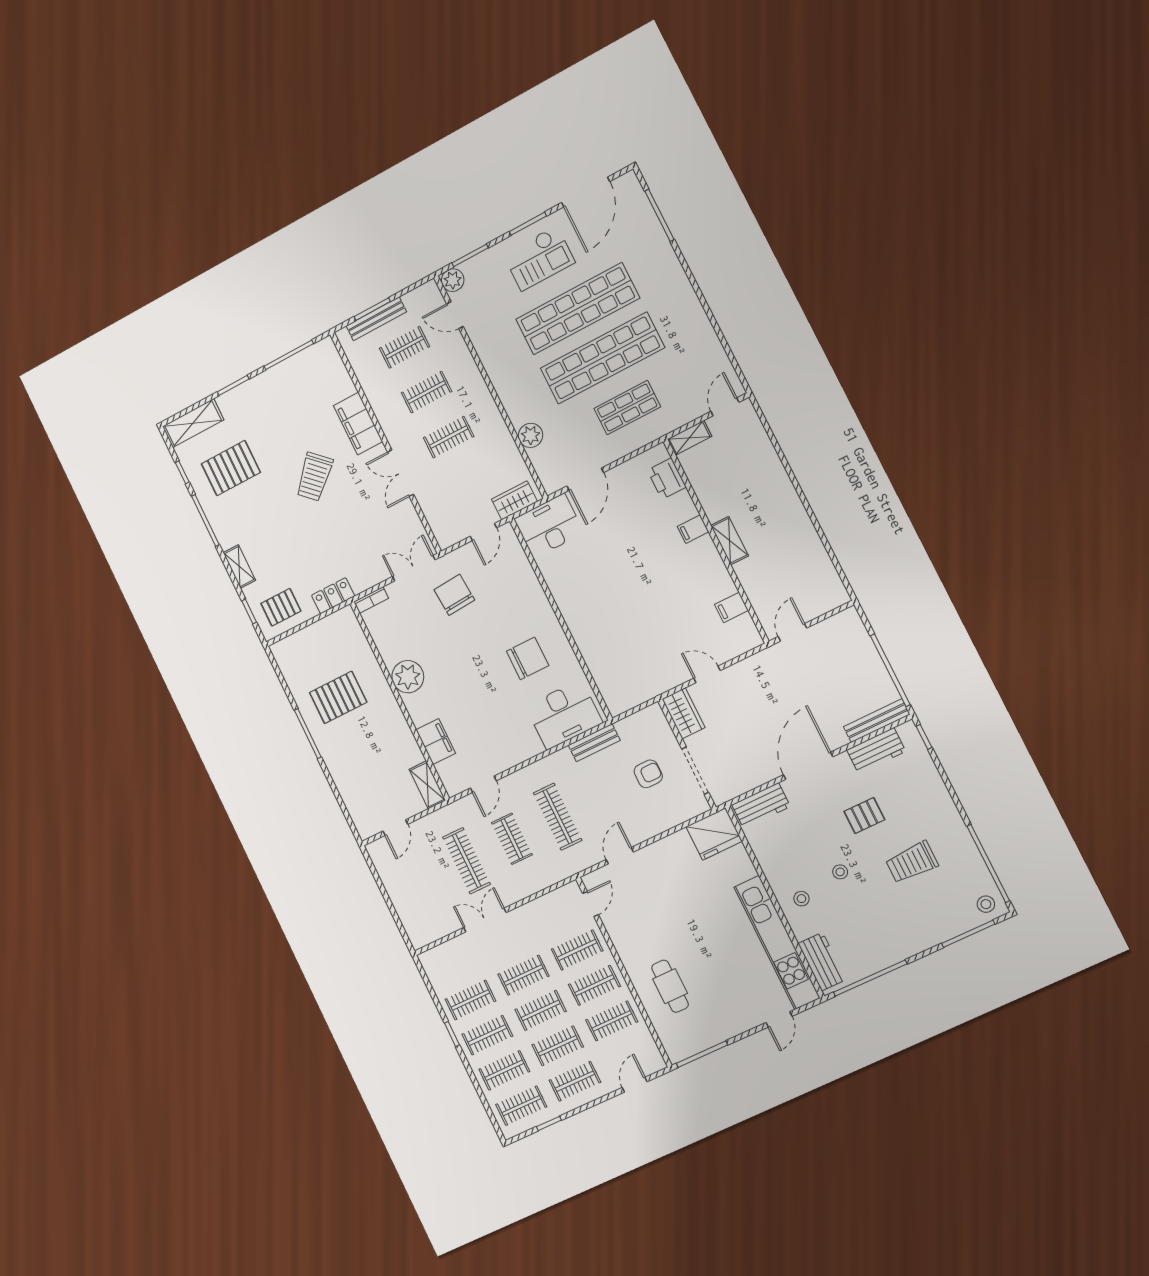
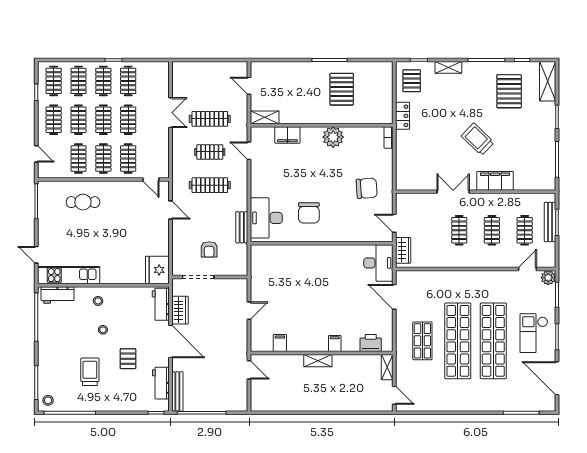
plant: (531, 435) -> (435, 278), removed
double door: (414, 568) -> (394, 172), removed
wardrobe: (684, 713) -> (180, 310), moved, turned -90
kitchen unit: (777, 942) -> (69, 275), width x0.73

